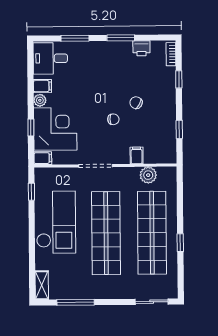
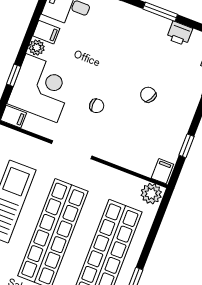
chair: (113, 119) -> (97, 106), moved
filing cabinet: (137, 155) -> (162, 171), moved
plant: (148, 175) -> (151, 194), moved

